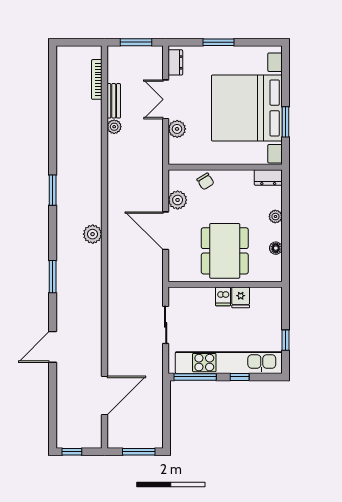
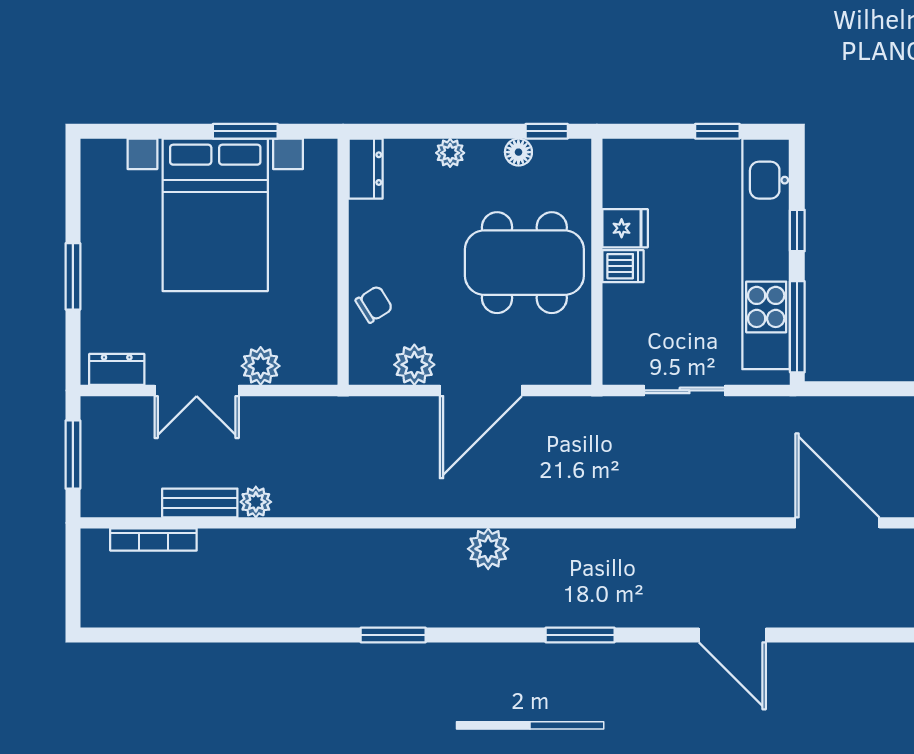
bed with nightstands: (247, 108) -> (215, 215), width x0.73
window: (285, 261) -> (547, 131), added

